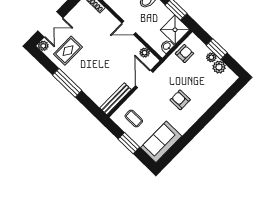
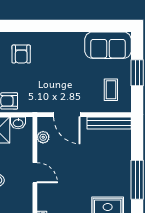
door: (144, 79) -> (67, 115), hinge flipped
armchair: (180, 100) -> (21, 54), moved

